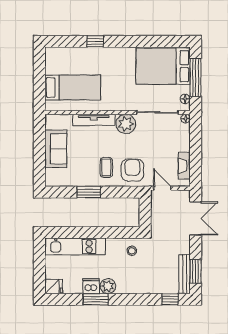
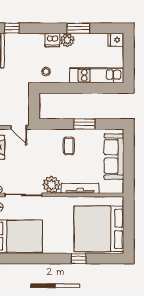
bed: (73, 88) -> (99, 229), width x2.04
sofa: (56, 149) -> (114, 157), width x1.36
armchair: (132, 170) -> (46, 144), removed
dishwasher: (91, 286) -> (52, 40), moved

